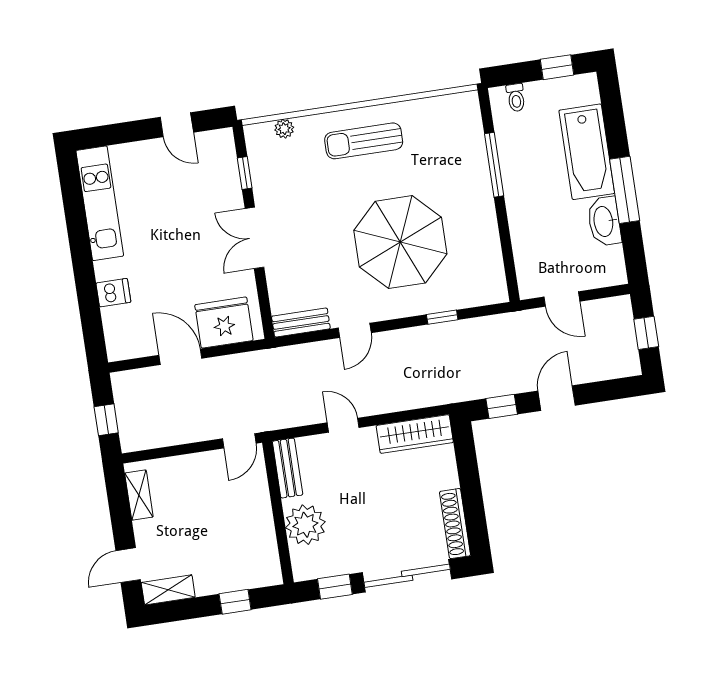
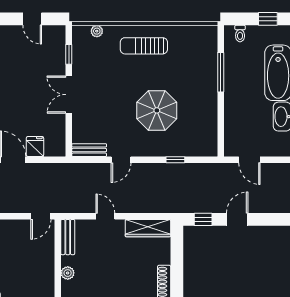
parasol: (400, 242) -> (157, 110), width x0.73, depth x0.73
fridge: (224, 323) -> (35, 147), width x0.53, depth x0.75
plant: (305, 525) -> (68, 273), width x0.53, depth x0.53

